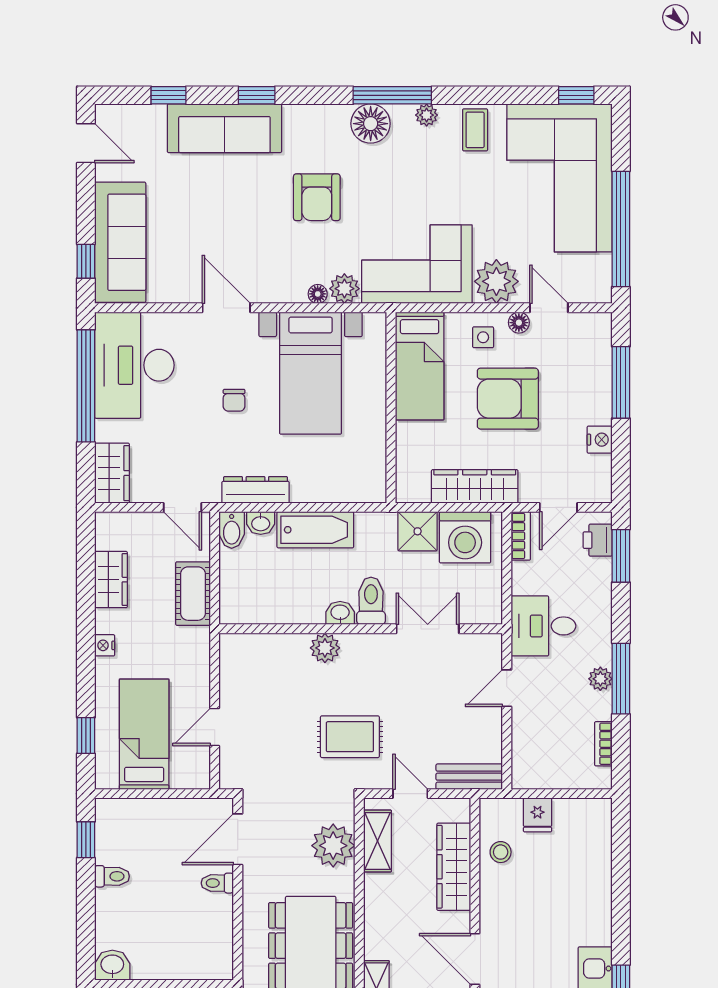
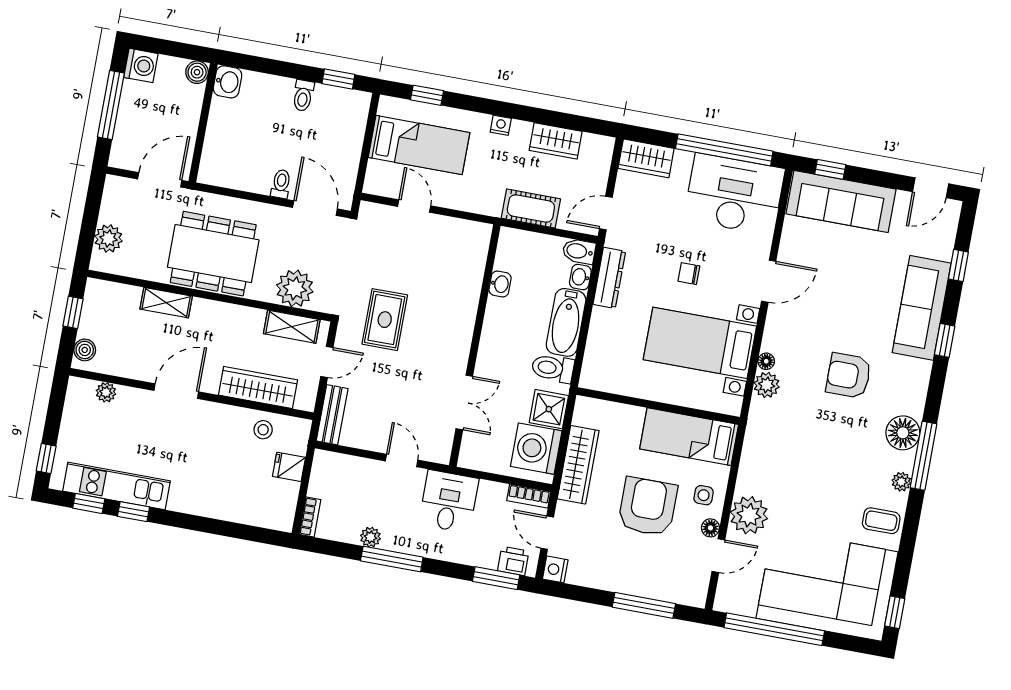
corner sofa: (417, 264) -> (776, 450), removed
nightstand: (600, 440) -> (555, 569), moved, turned 90
toilet: (371, 601) -> (553, 368), moved, turned 180
washbasin: (340, 613) -> (500, 284), moved
plant: (325, 648) -> (464, 312), removed
plant: (600, 679) -> (370, 537), moved
bookcase: (603, 744) -> (310, 517), moved, turned 90

